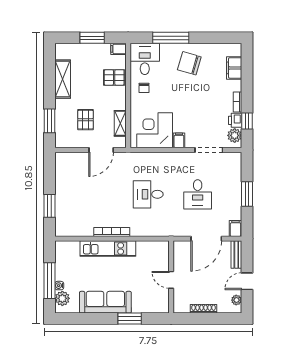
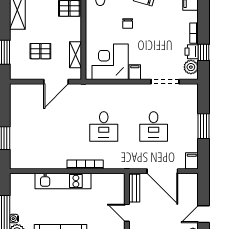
chair: (144, 88) -> (128, 23), moved
pallet: (85, 120) -> (40, 51), turned 90
desk: (148, 194) -> (104, 126), turned -90
bookcase: (112, 232) -> (85, 165), moved
door: (206, 239) -> (162, 171), hinge flipped
bench: (236, 255) -> (134, 188), moved

